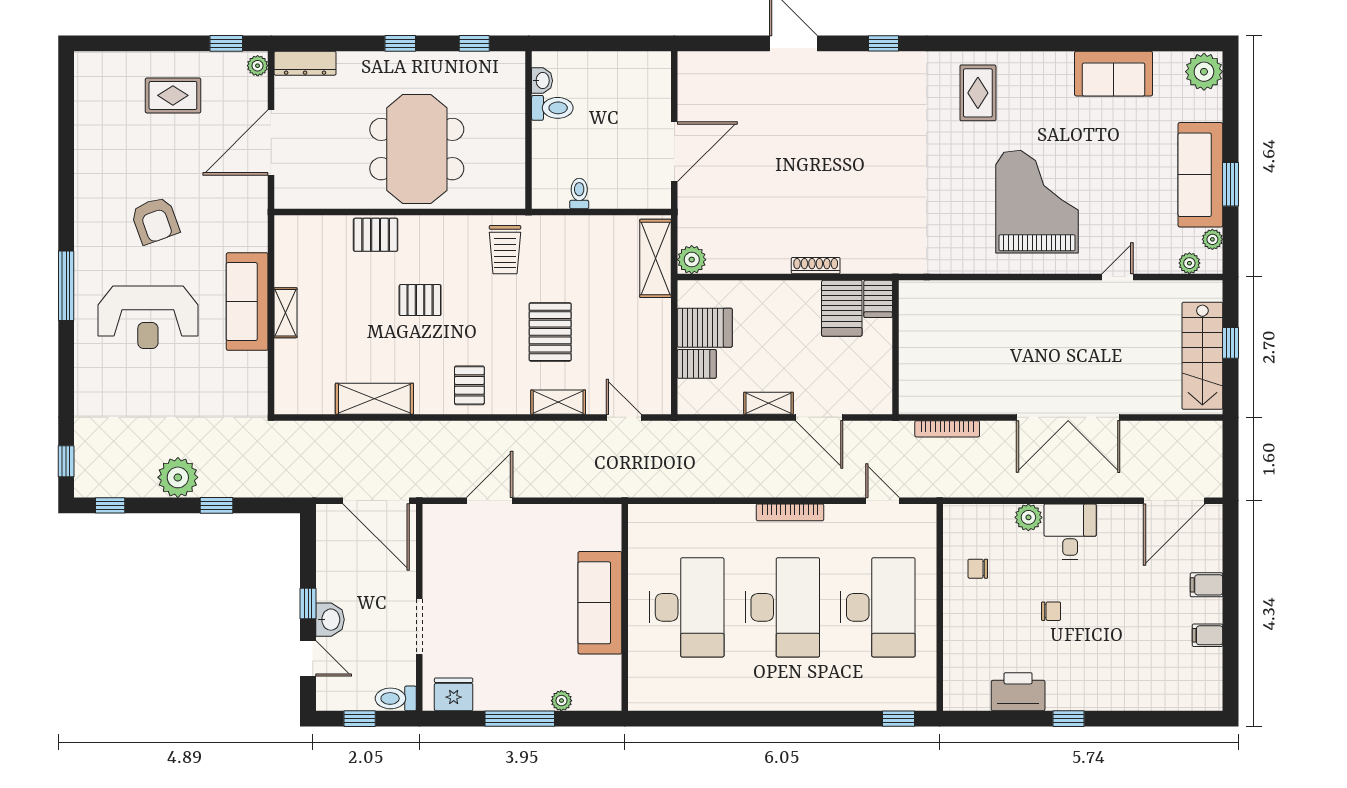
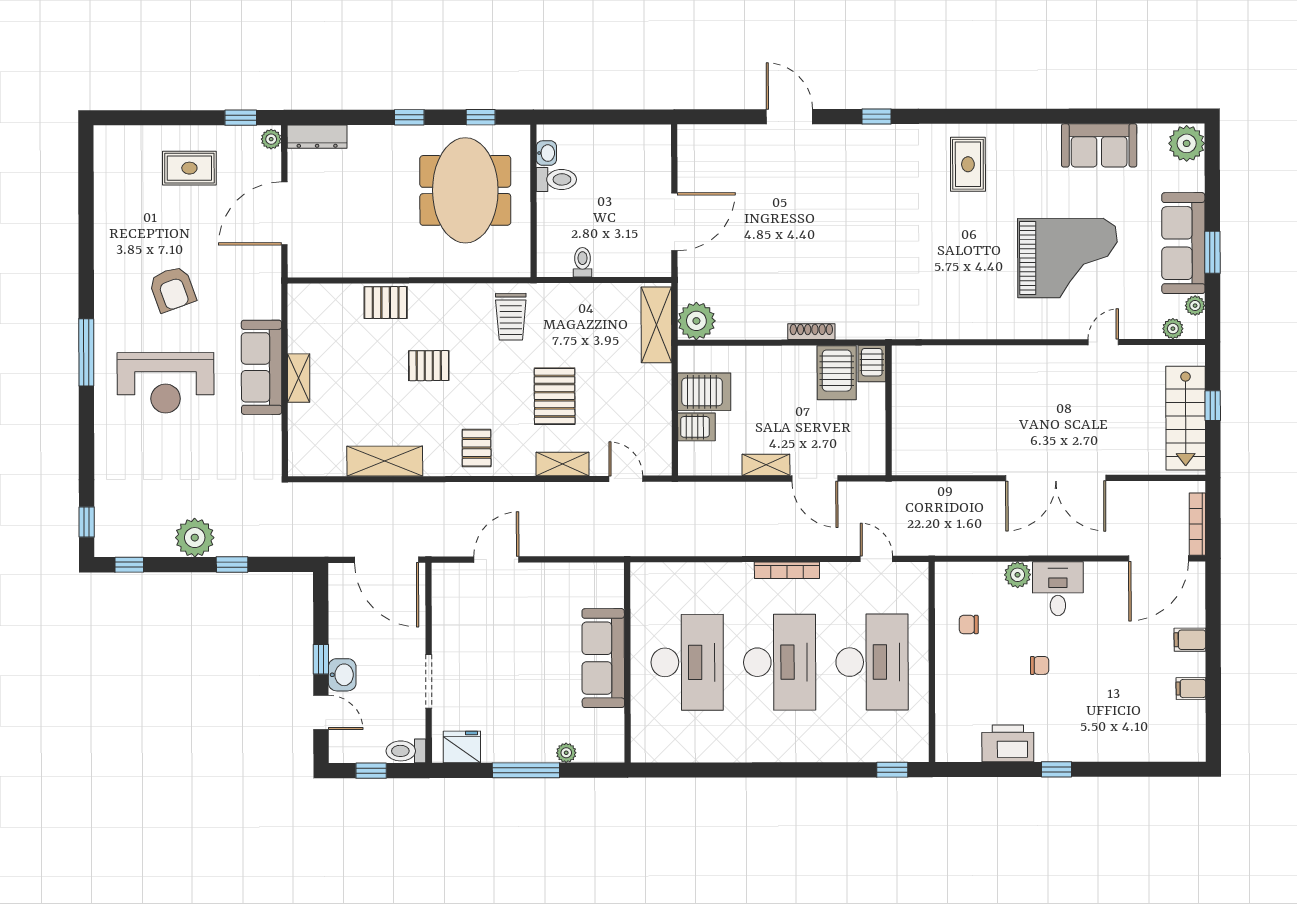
meeting table: (417, 149) -> (465, 190), moved
grand piano: (1037, 202) -> (1067, 258), moved, turned 90
plant: (692, 260) -> (696, 321), width x1.36, depth x1.36
bookcase: (947, 429) -> (1197, 524), moved, turned 90

